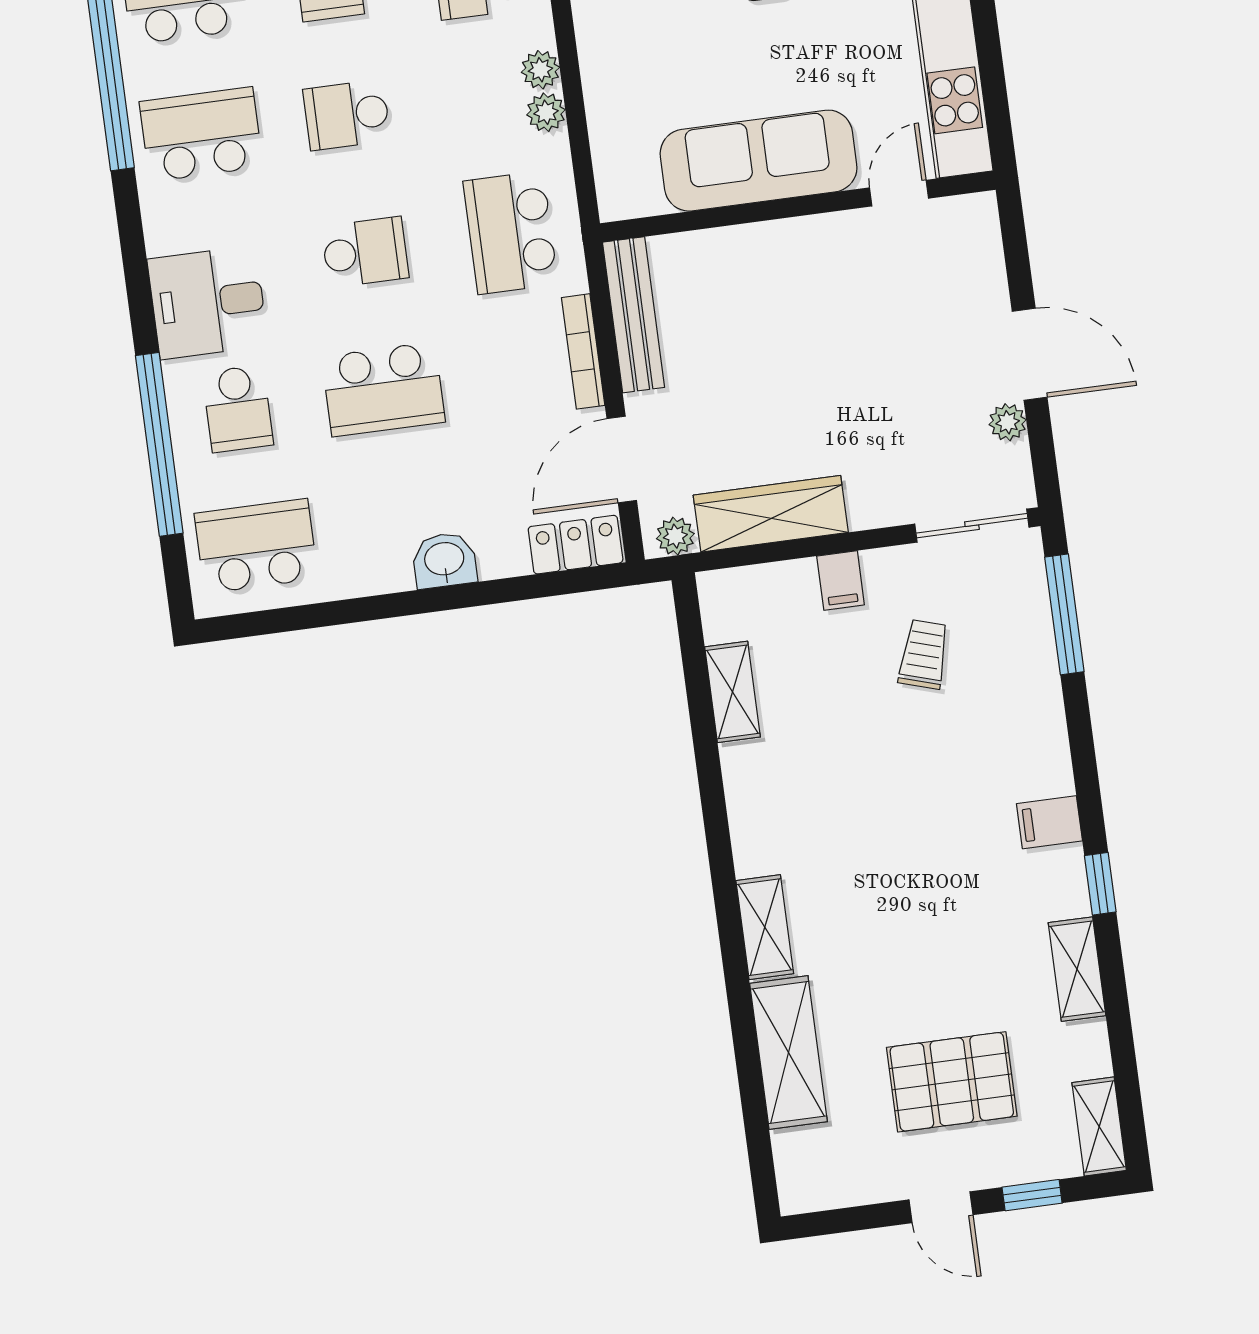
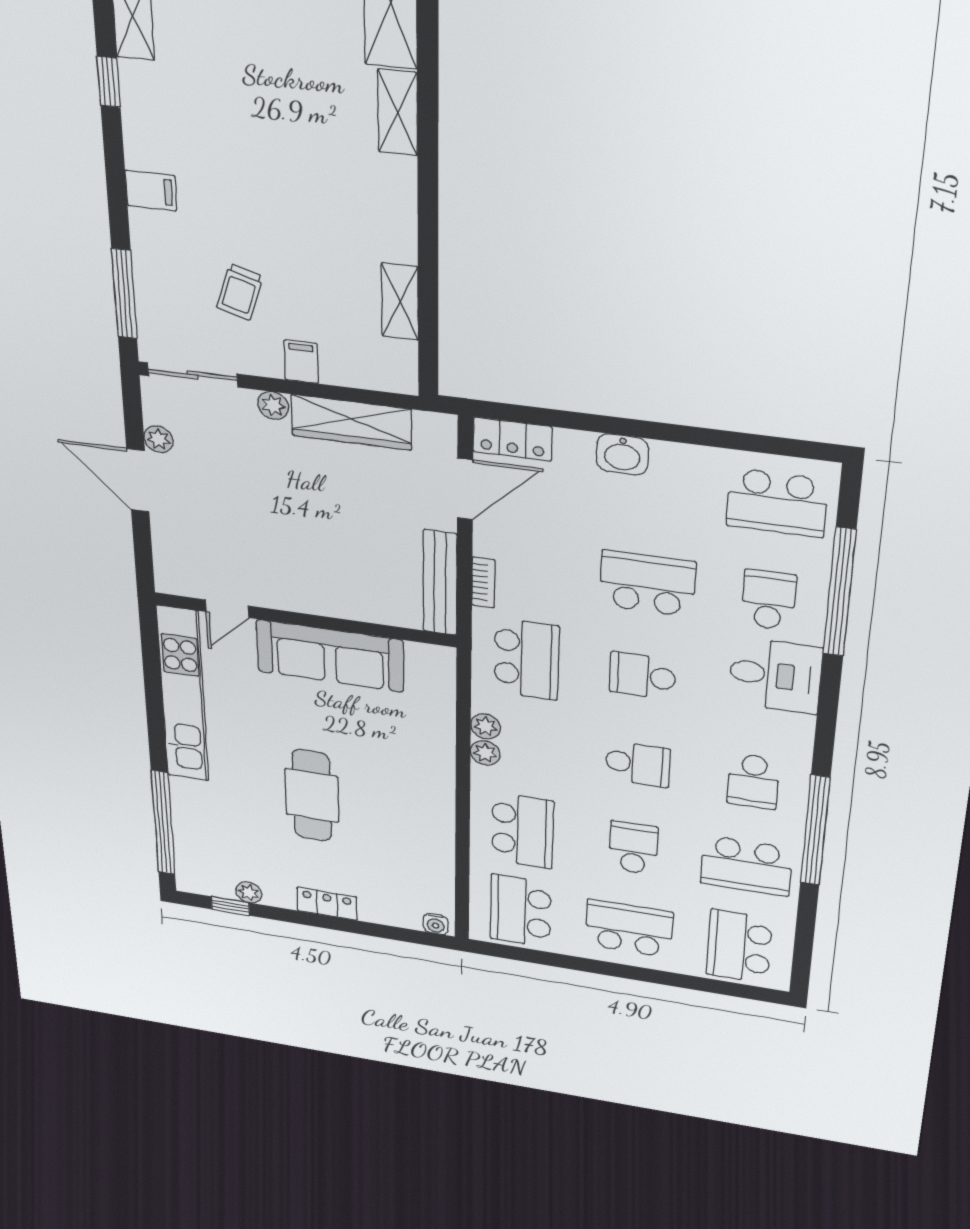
school desk: (201, 134) -> (753, 781), width x0.54
bookcase: (583, 351) -> (483, 582), width x0.64
plant: (675, 536) -> (273, 406), moved
filing cabinet: (1049, 822) -> (151, 191), moved

